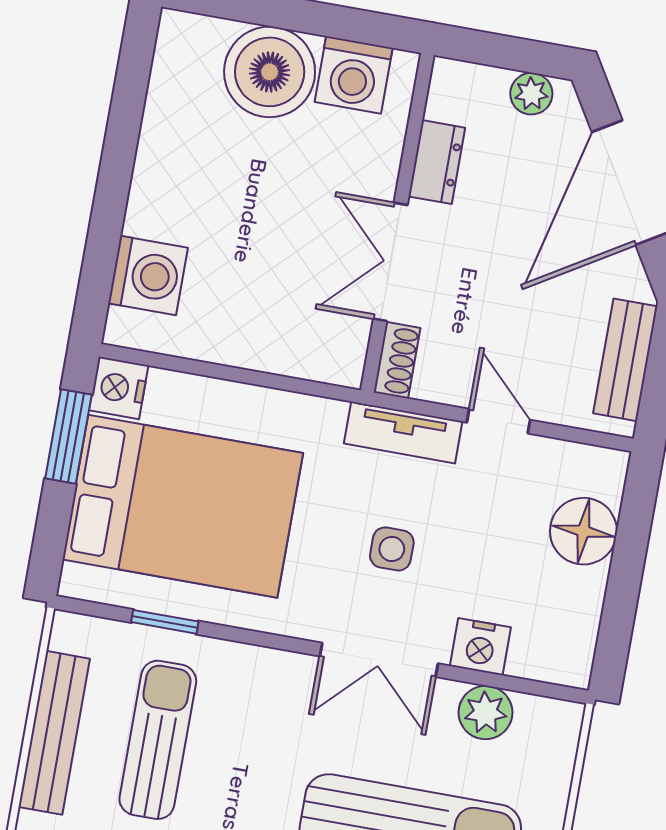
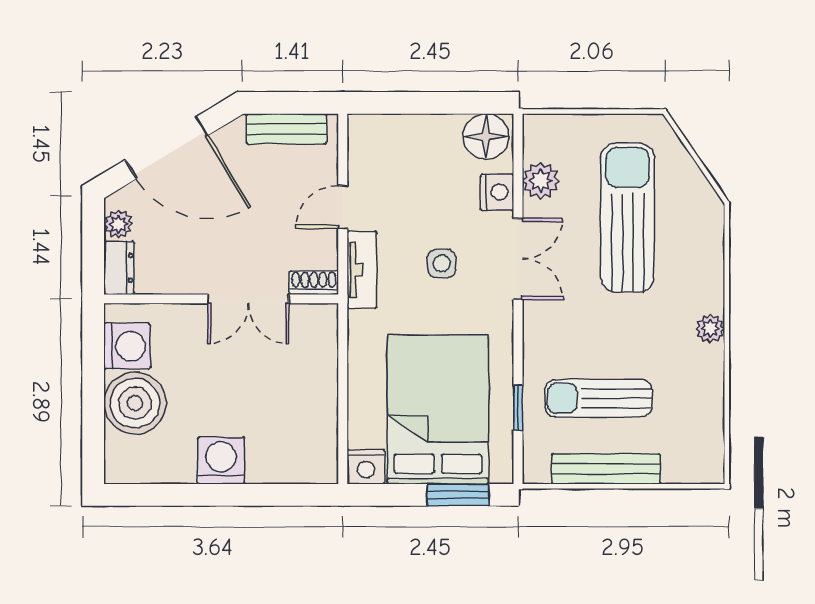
dresser: (437, 162) -> (119, 268), moved, turned 90
washing machine: (148, 276) -> (221, 461), moved
window: (68, 436) -> (458, 495), moved
floor lamp: (583, 531) -> (486, 137), moved

